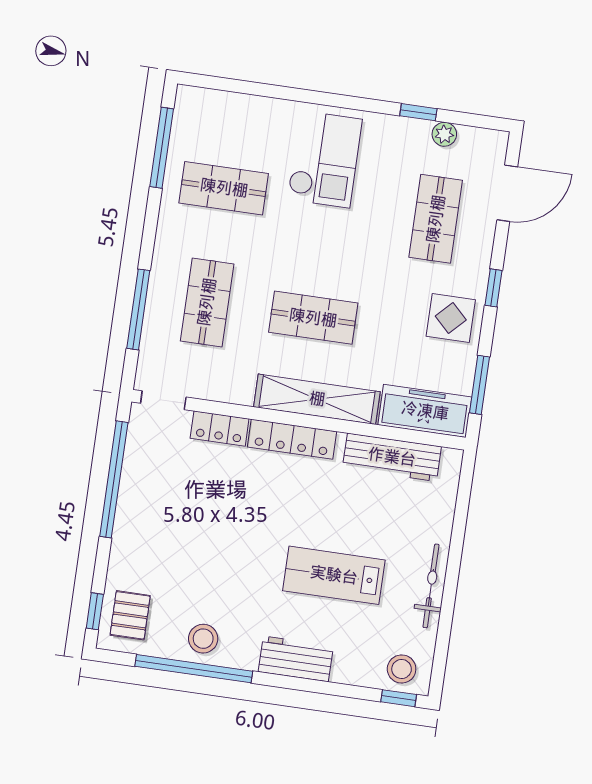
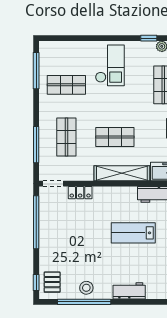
locker: (292, 439) -> (113, 193), removed
lab bench: (334, 575) -> (133, 233), moved

